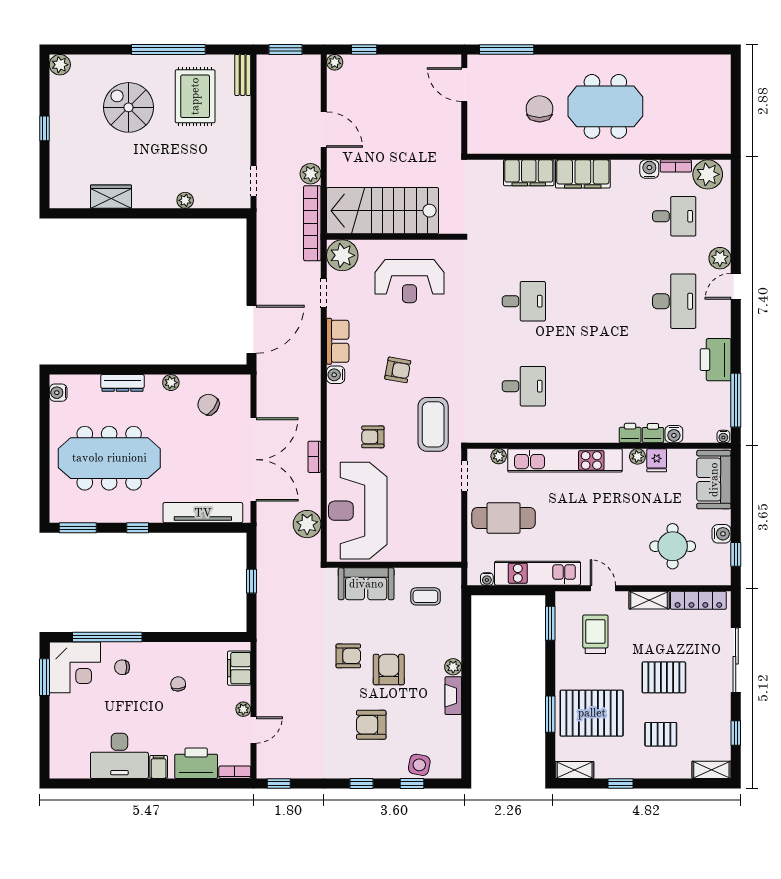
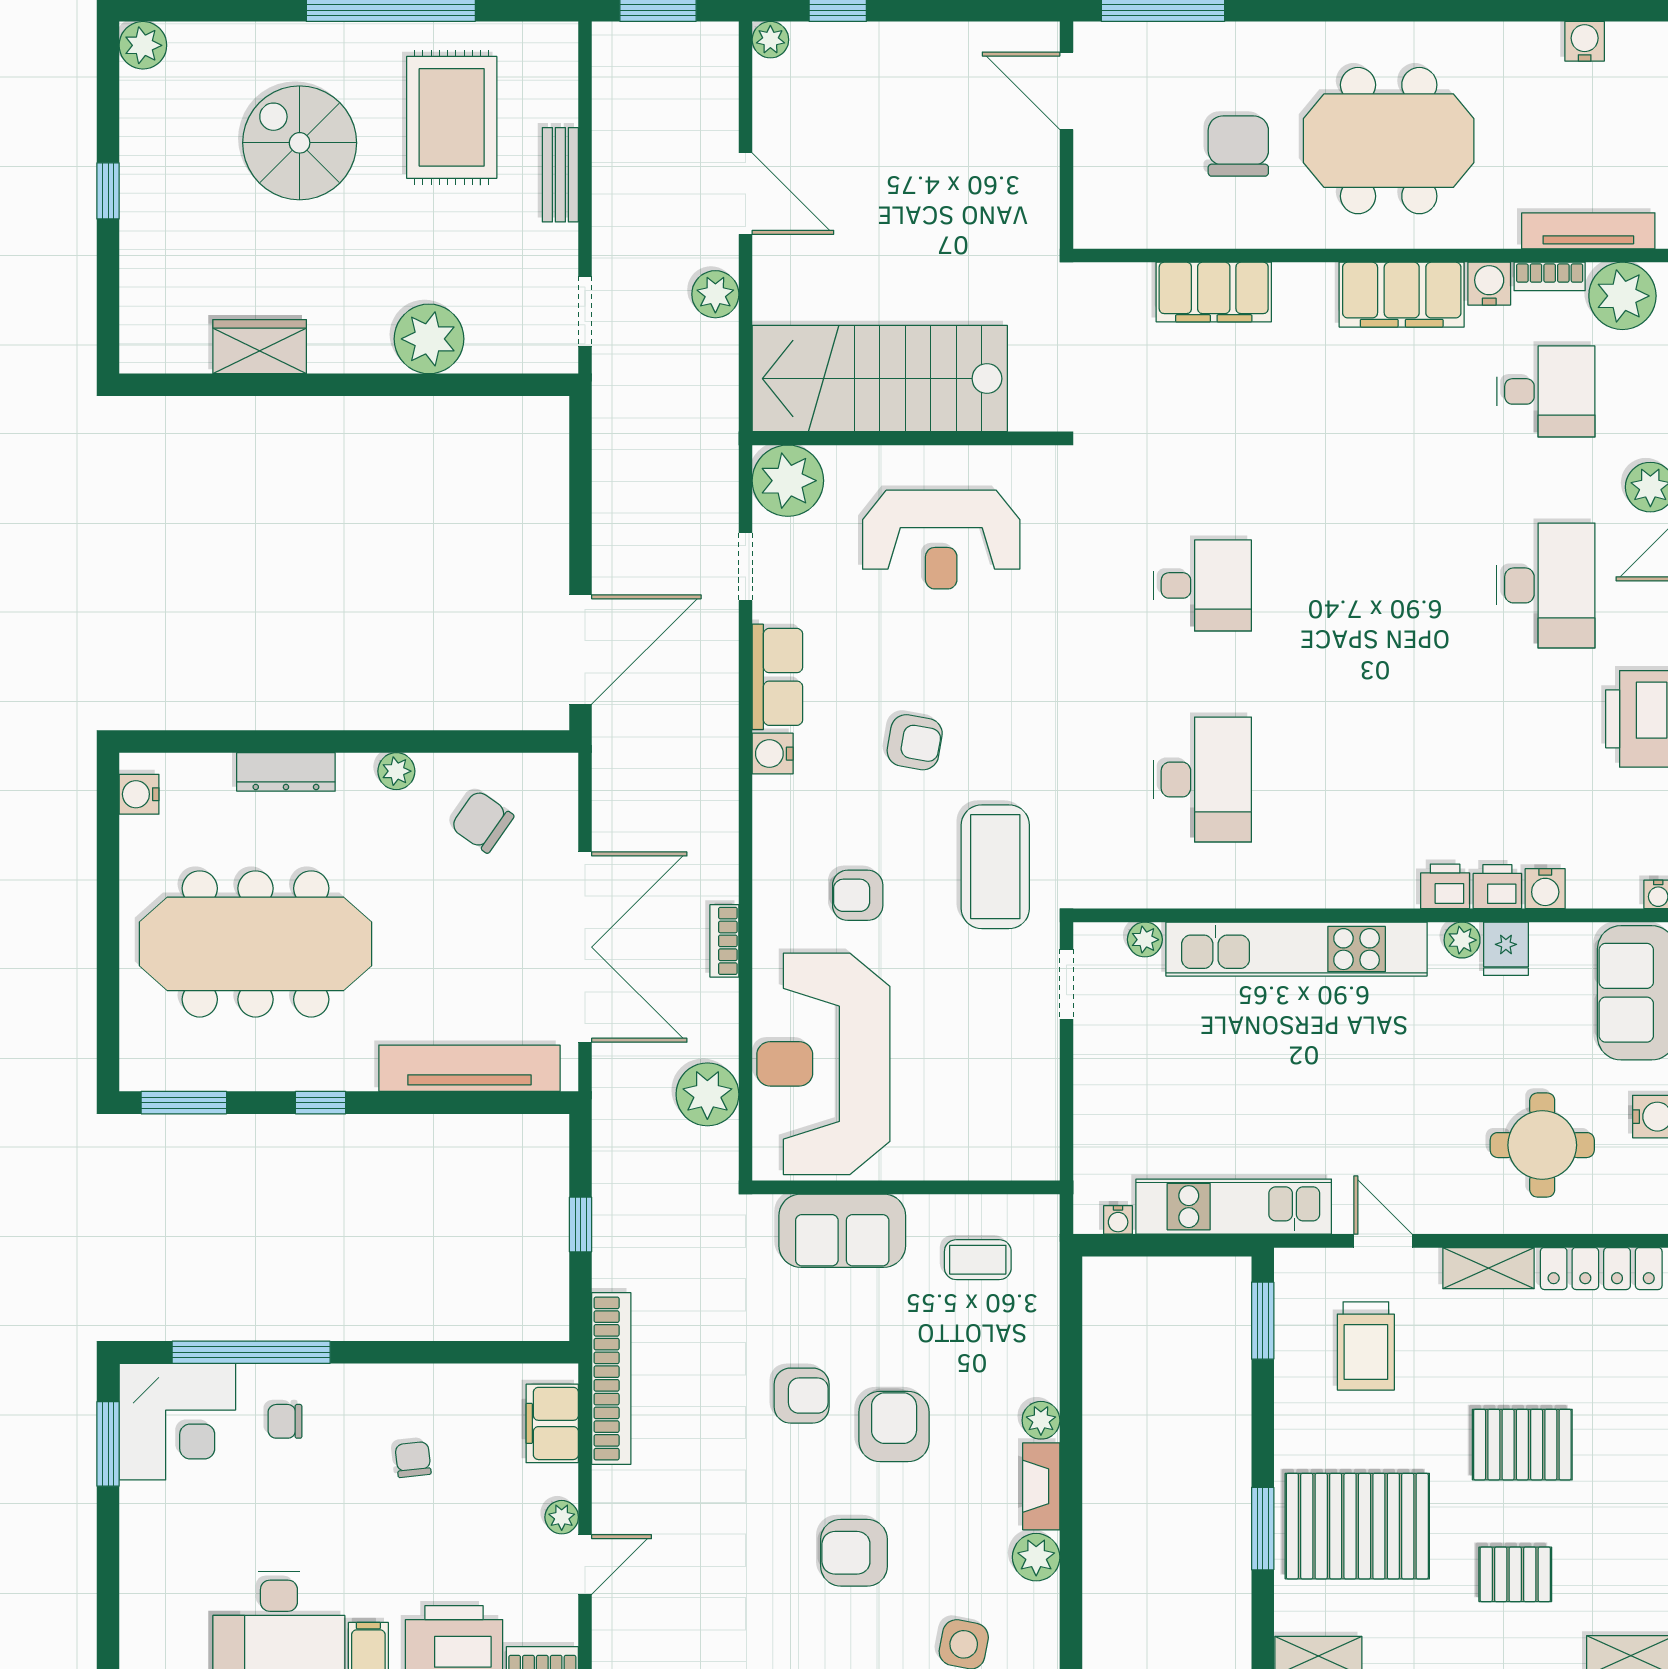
water cooler: (691, 63) -> (1585, 41), added
bench: (243, 75) -> (560, 175), moved
tv unit: (693, 146) -> (1588, 231), added
filing cabinet: (583, 174) -> (1402, 295), moved
plant: (185, 200) -> (429, 339), width x1.87, depth x1.87
bookcase: (312, 223) -> (611, 1379), moved, turned 180
desk: (524, 386) -> (1202, 780), width x1.37
cafe table: (504, 518) -> (1156, 1081), removed
trolley: (595, 634) -> (1366, 1346), turned 180
plant: (451, 727) -> (1036, 1557), added

